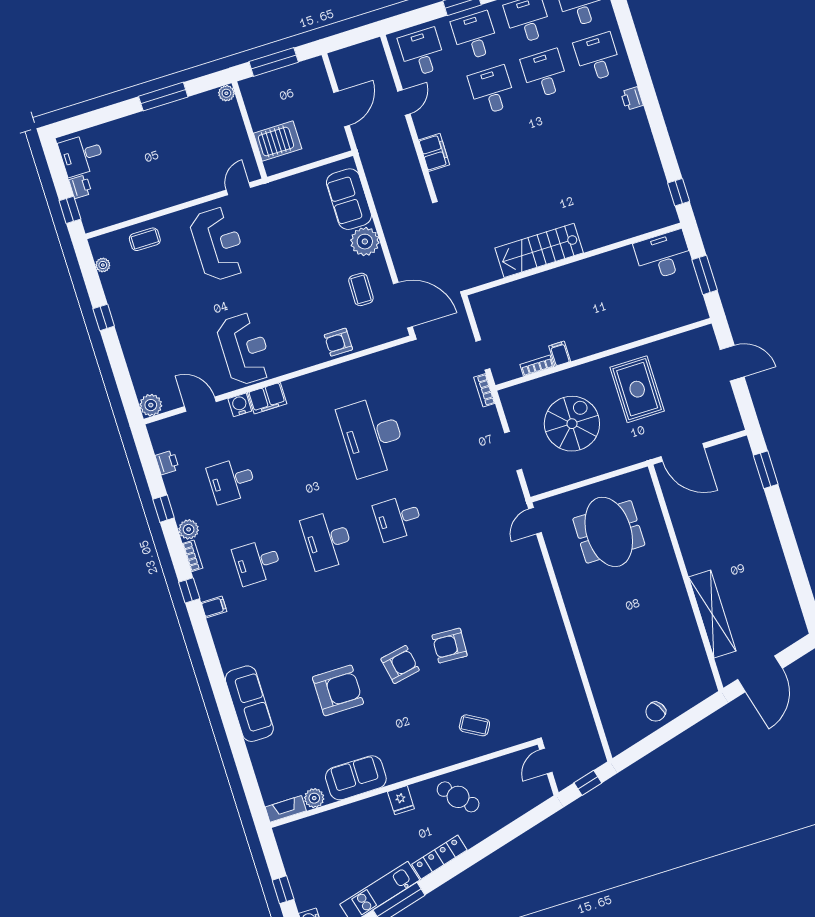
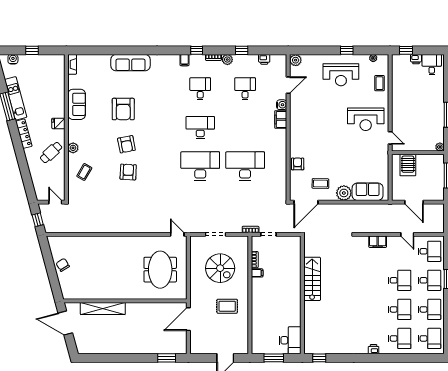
reception desk: (245, 349) -> (341, 75), moved
rug: (637, 389) -> (227, 306), width x0.73, depth x0.70
desk: (398, 518) -> (200, 166), width x1.87, depth x1.30
meeting table: (609, 532) -> (160, 270), turned 90
plant: (314, 798) -> (73, 148), moved

